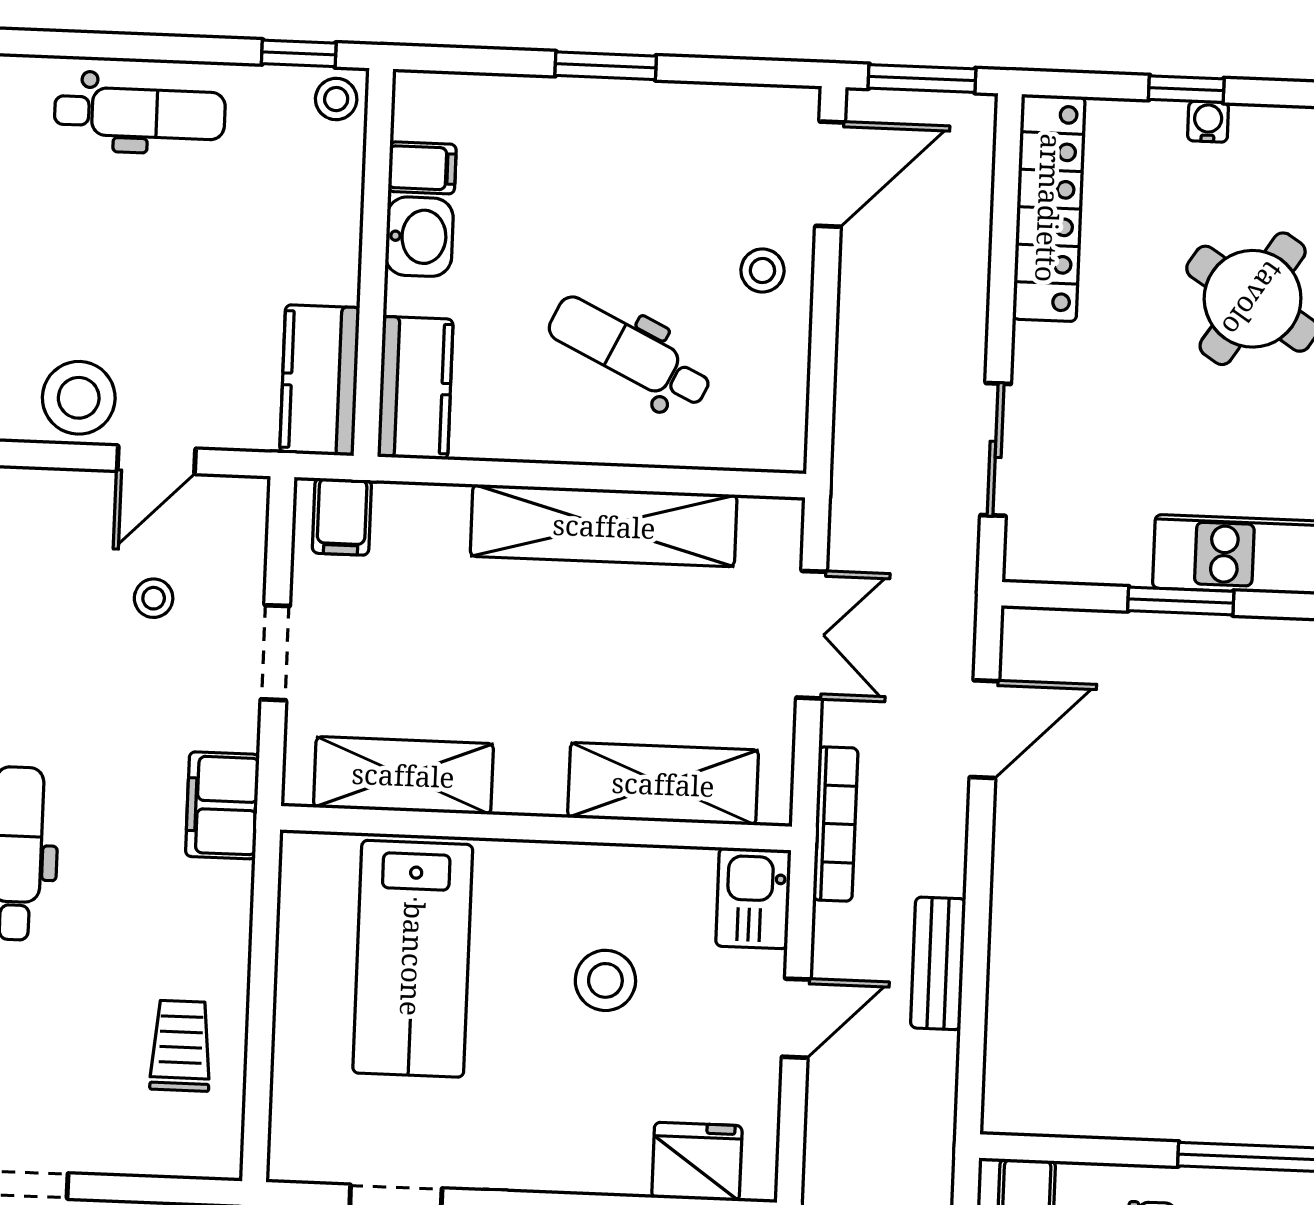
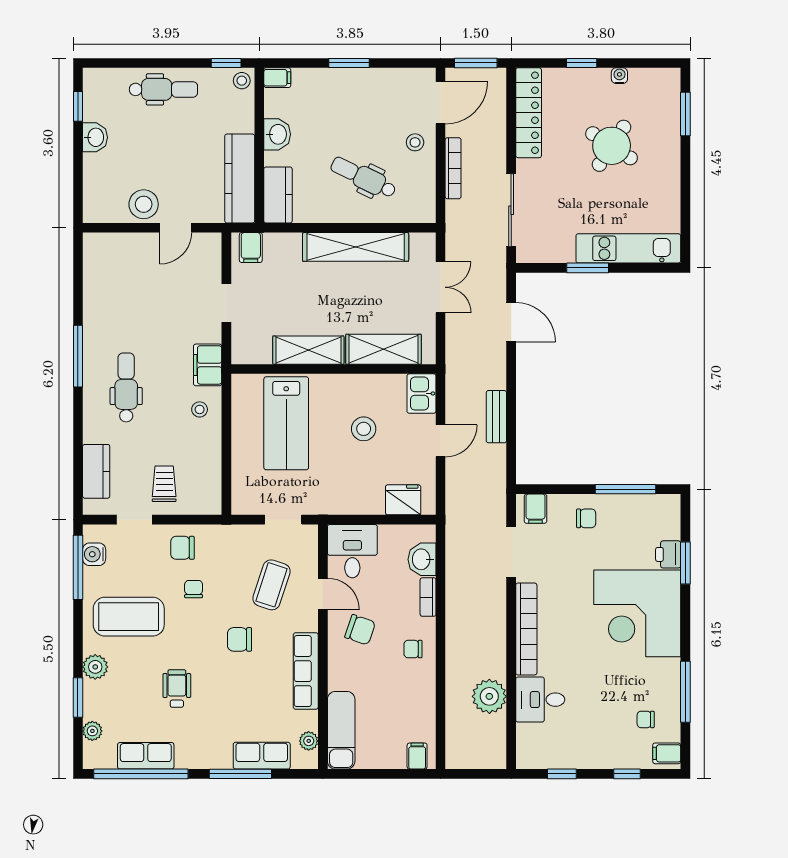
water cooler: (1208, 122) -> (619, 76), moved
filing cabinet: (422, 168) -> (277, 78), moved
kitchen counter: (320, 380) -> (240, 179), width x1.50
sliding door: (996, 449) -> (511, 210), width x1.37
stool: (154, 598) -> (200, 409), moved
door: (984, 729) -> (511, 322), hinge flipped
shelving: (403, 775) -> (308, 350), moved
bookcase: (835, 824) -> (453, 168), moved
trolley: (181, 1046) -> (164, 484), moved

